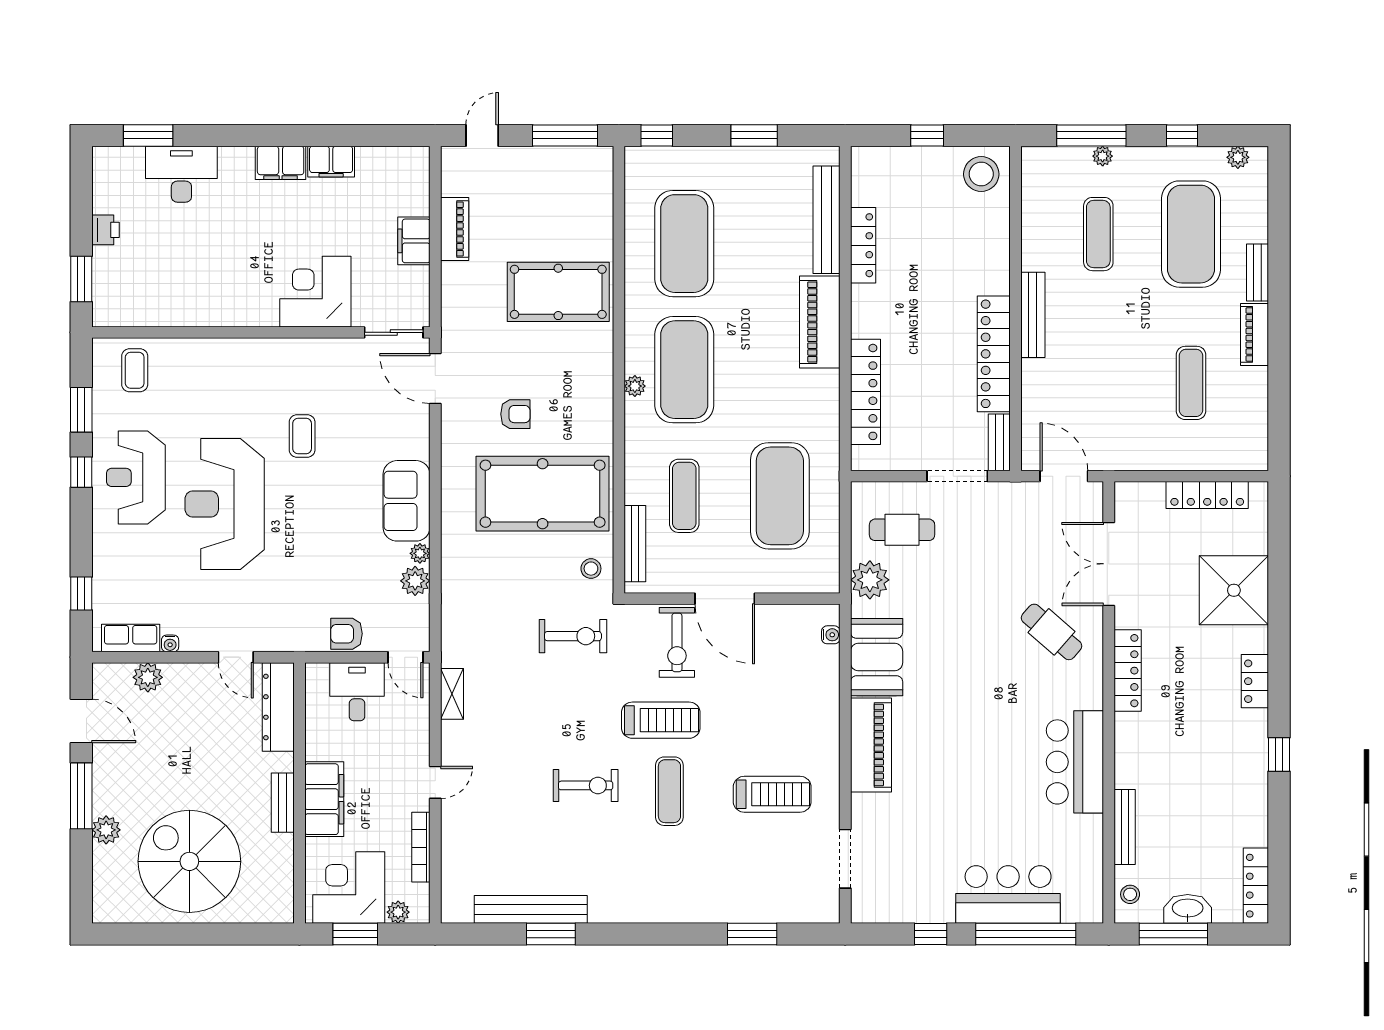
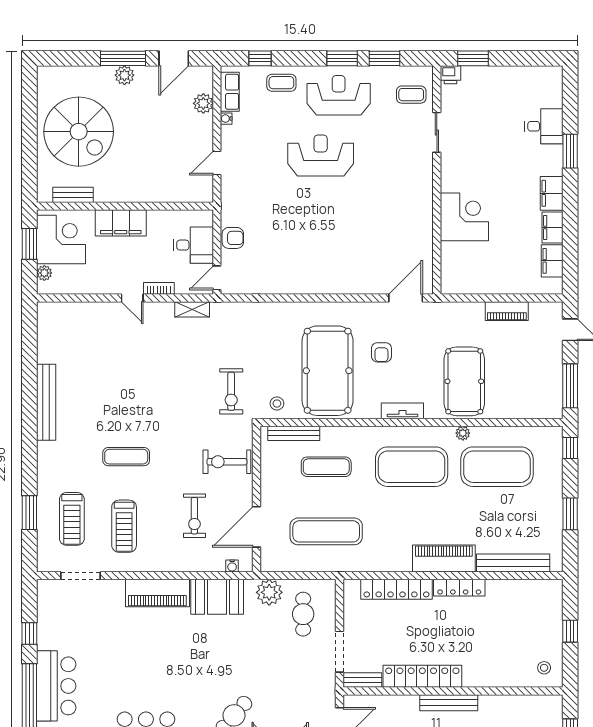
window: (148, 135) -> (570, 151), moved
desk: (181, 174) -> (544, 126), width x0.73
stool: (981, 174) -> (544, 668), width x0.53, depth x0.53
printer: (105, 230) -> (451, 75), moved
filing cabinet: (414, 241) -> (552, 261), moved, turned -90
locker: (863, 245) -> (459, 588), moved
sliding door: (394, 332) -> (437, 132), moved
tv unit: (602, 383) -> (402, 411), added
plant: (635, 386) -> (463, 433), moved
coffee table: (302, 436) -> (281, 83), moved
window: (81, 472) -> (342, 58), width x1.50
exercise mat: (780, 496) -> (326, 531), width x0.68
sofa: (407, 501) -> (323, 279), removed
reception desk: (225, 504) -> (321, 155), width x0.74, depth x0.77
plant: (420, 553) -> (287, 288), removed
plant: (415, 581) -> (269, 284), removed
door: (725, 599) -> (257, 527), moved
armchair: (346, 634) -> (233, 238), turned 90
dresser: (278, 707) -> (183, 192), removed
treadmill: (661, 720) -> (72, 519), moved
exercise bike: (586, 785) -> (194, 516), moved
bench: (283, 803) -> (73, 195), moved
plant: (106, 830) -> (124, 75), moved
bookcase: (421, 847) -> (159, 288), moved, width x0.64
spiral stairs: (189, 861) -> (79, 132), turned 90
bench: (531, 909) -> (46, 402), moved
window: (551, 934) -> (29, 376), removed

